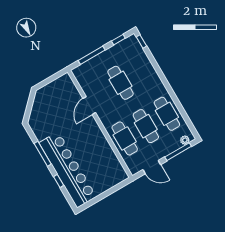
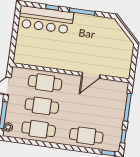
cafe table: (120, 83) -> (86, 136), moved
door: (89, 106) -> (91, 75), swing flipped
bar counter: (68, 170) -> (46, 20), width x0.73

